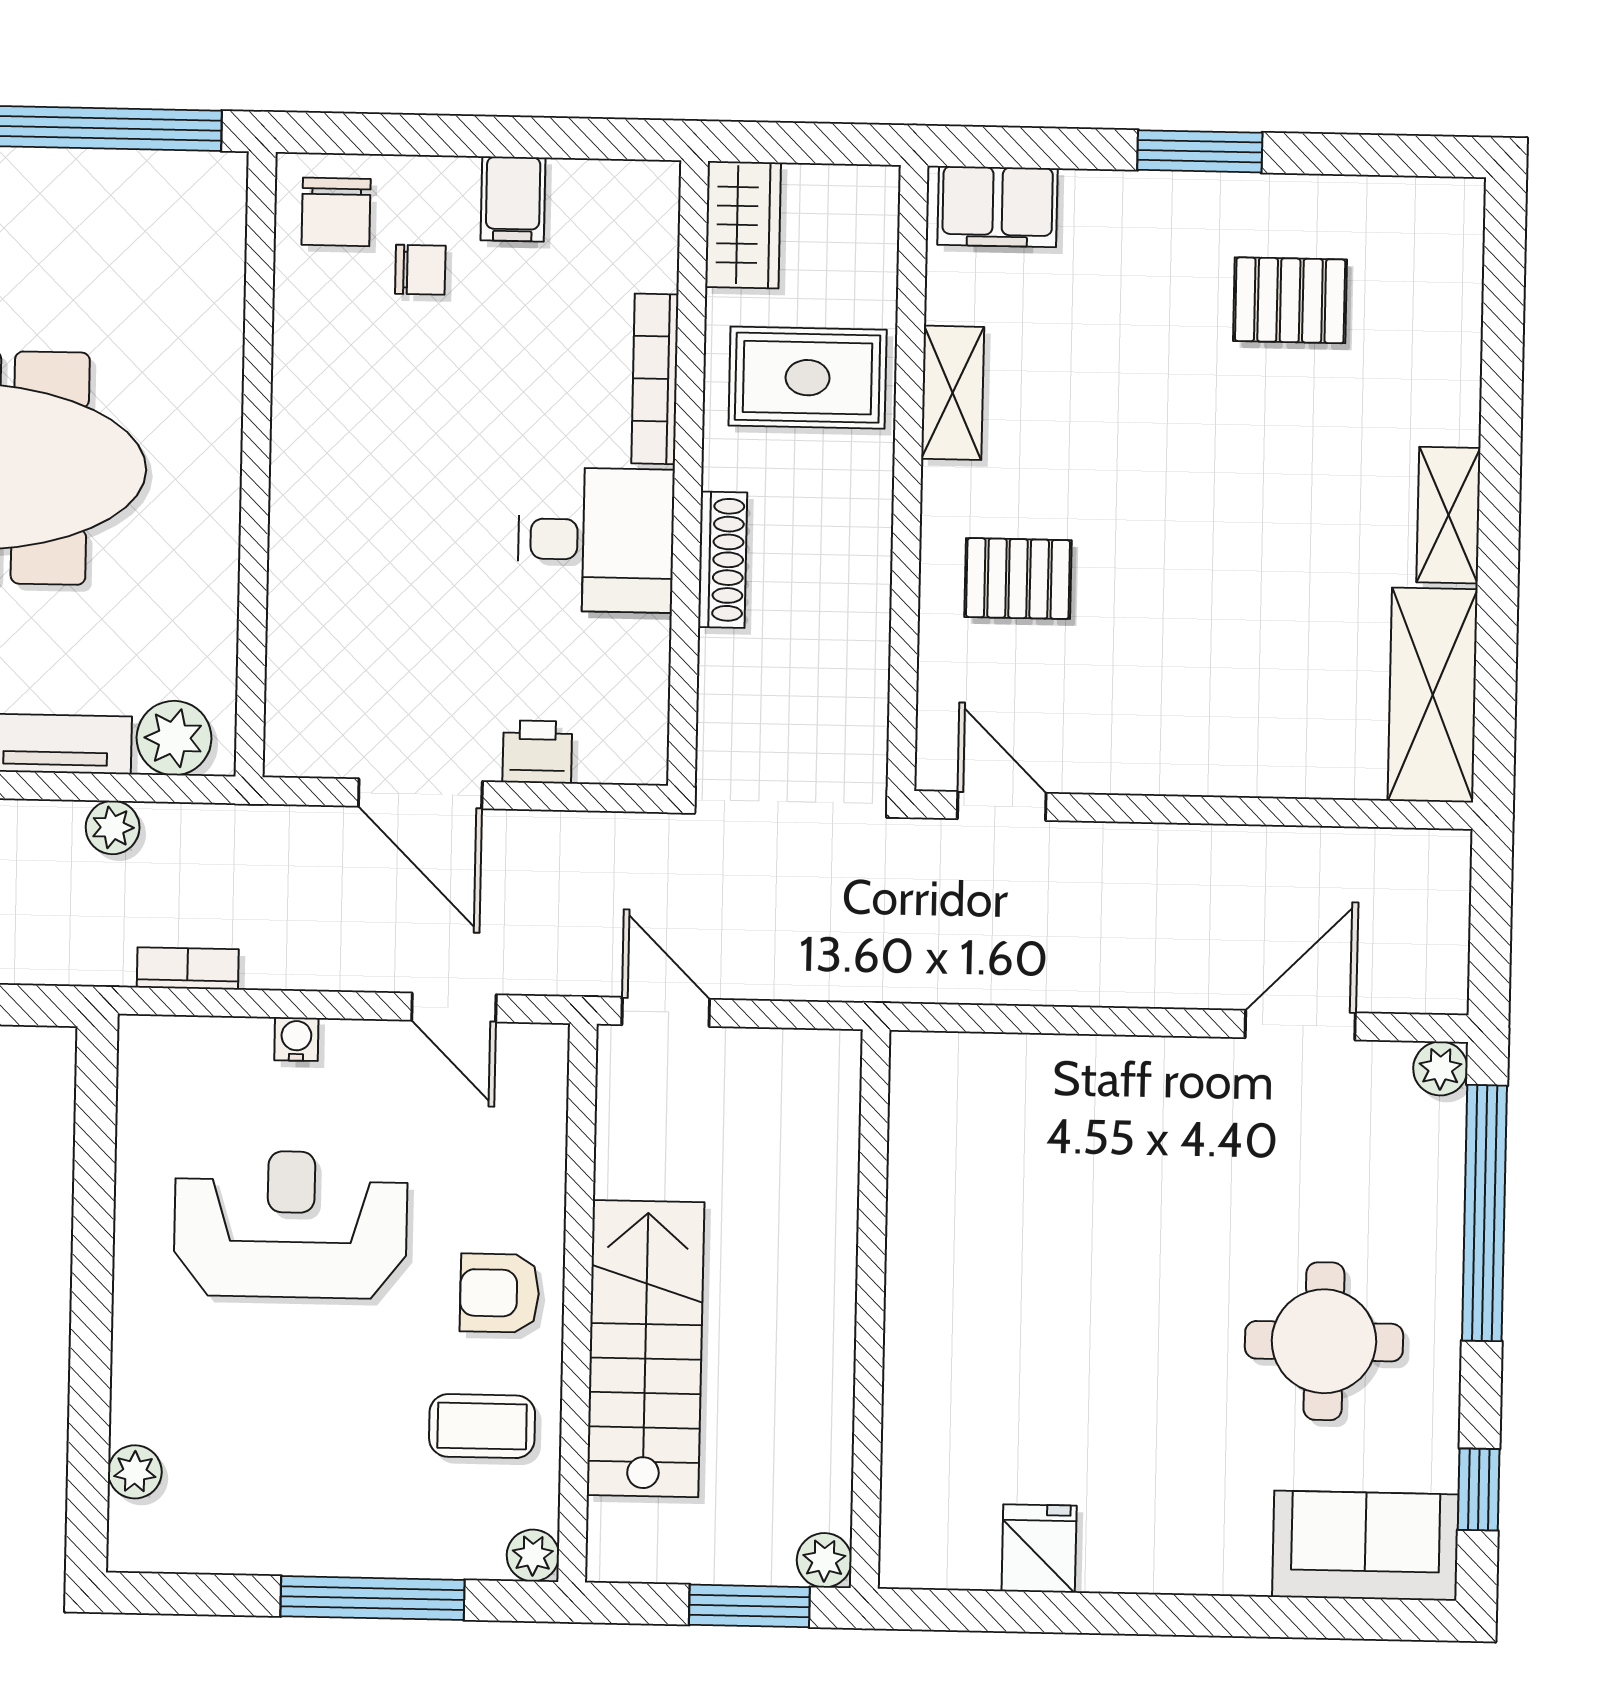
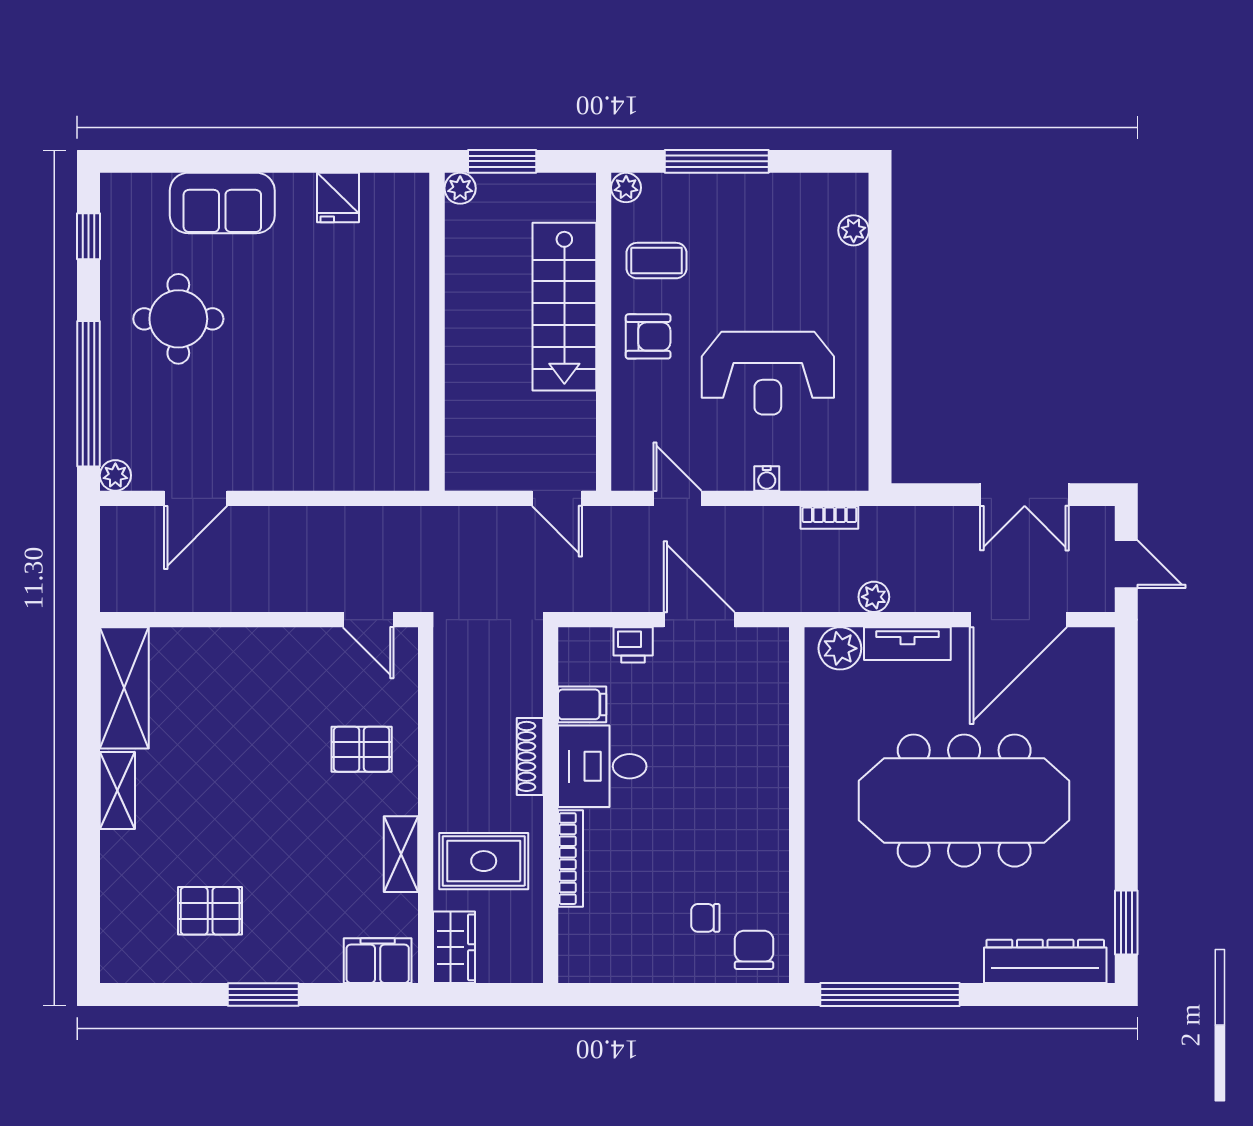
filing cabinet: (513, 199) -> (582, 704), moved, turned 90
wardrobe: (743, 225) -> (454, 947), moved, turned 180
sofa: (1365, 1546) -> (222, 203), moved

